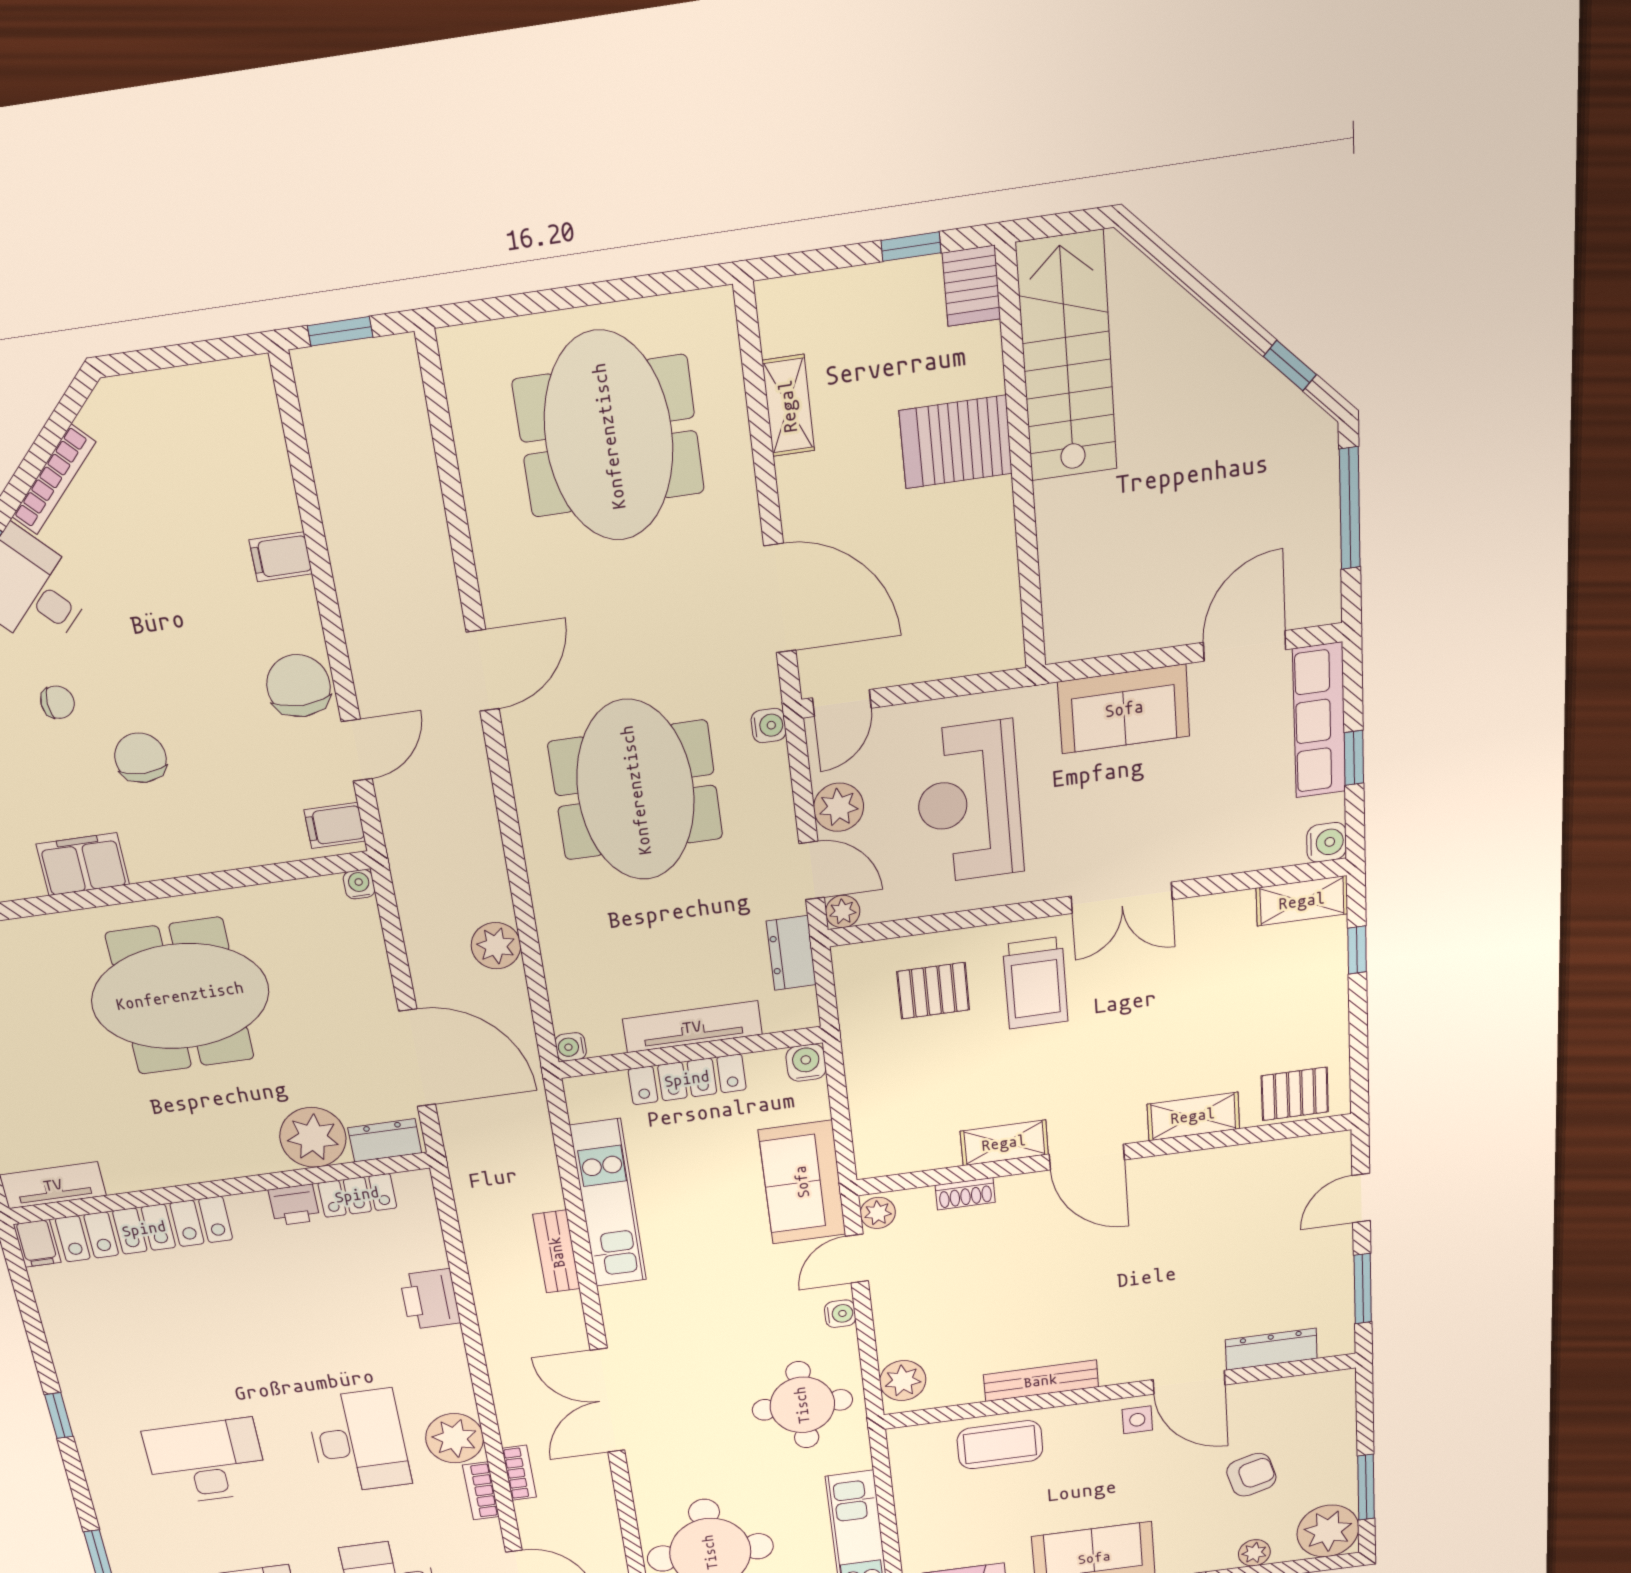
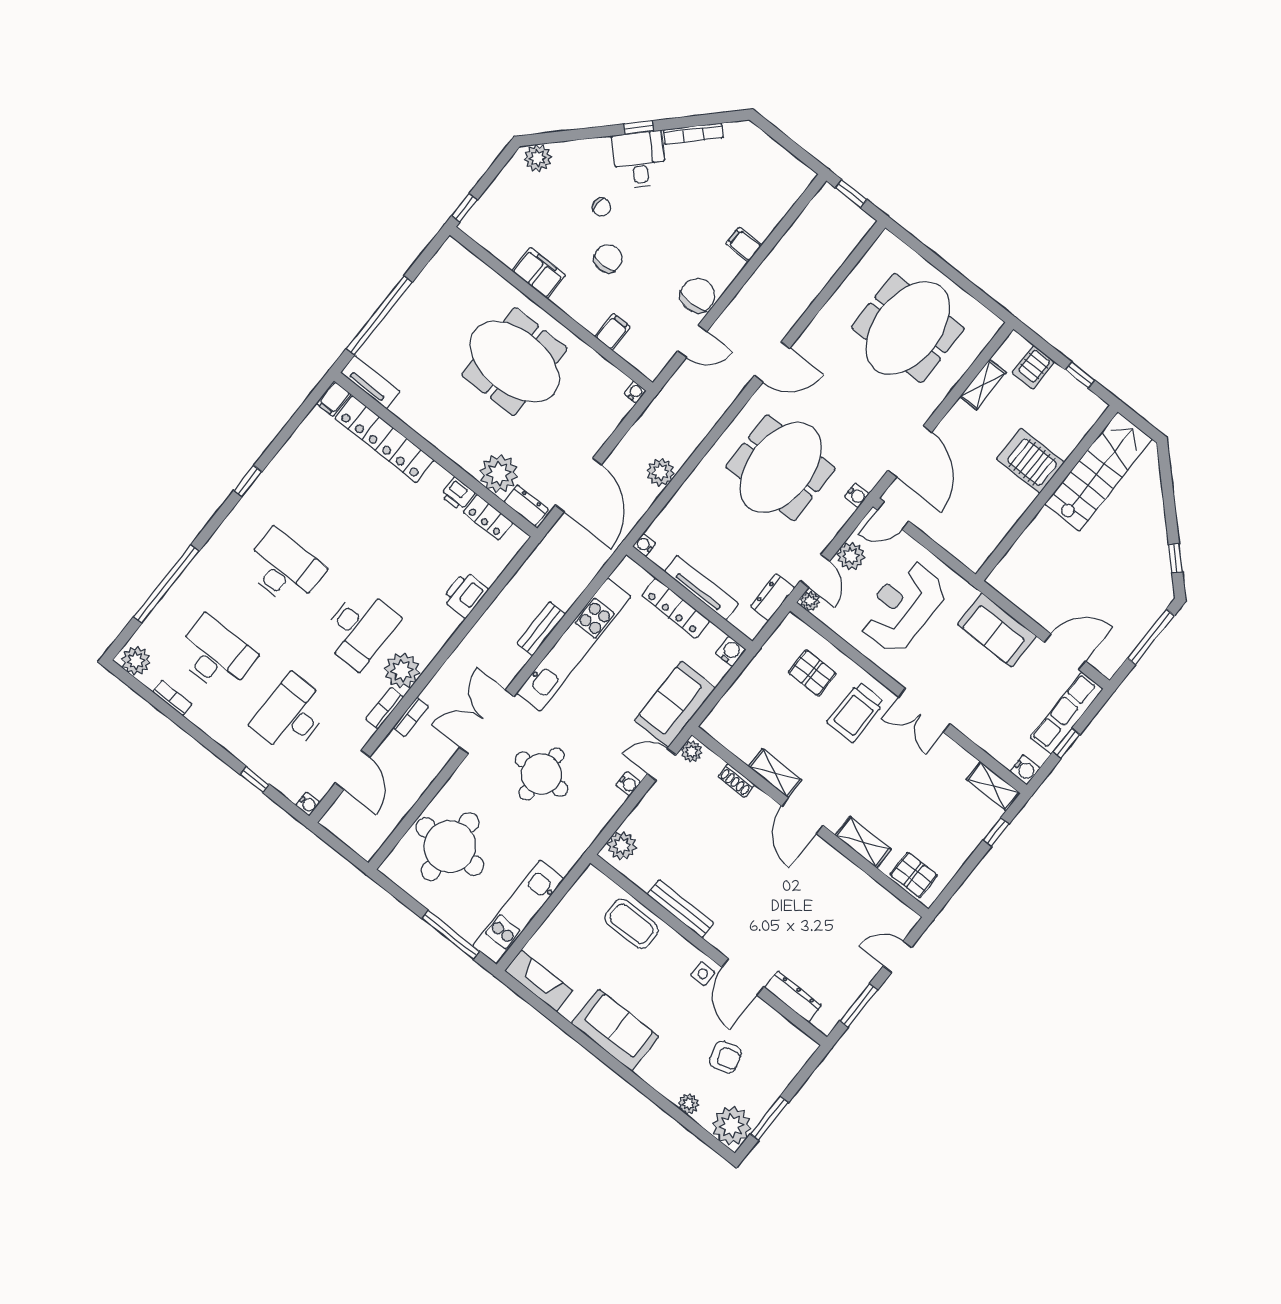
server rack: (971, 286) -> (1033, 367), moved
filing cabinet: (335, 825) -> (613, 332), moved, turned 90
kitchen unit: (608, 1203) -> (574, 645), width x1.36
round table: (802, 1405) -> (541, 774), moved

